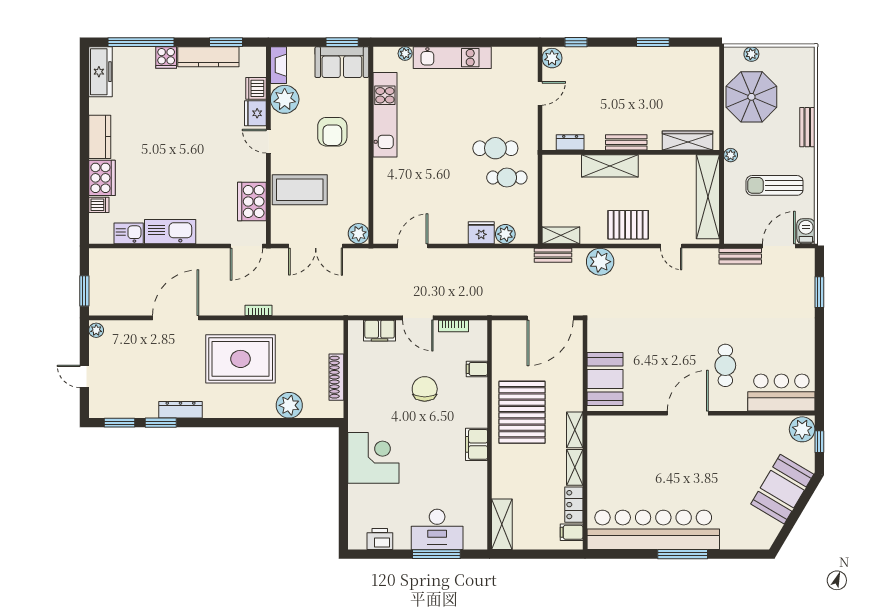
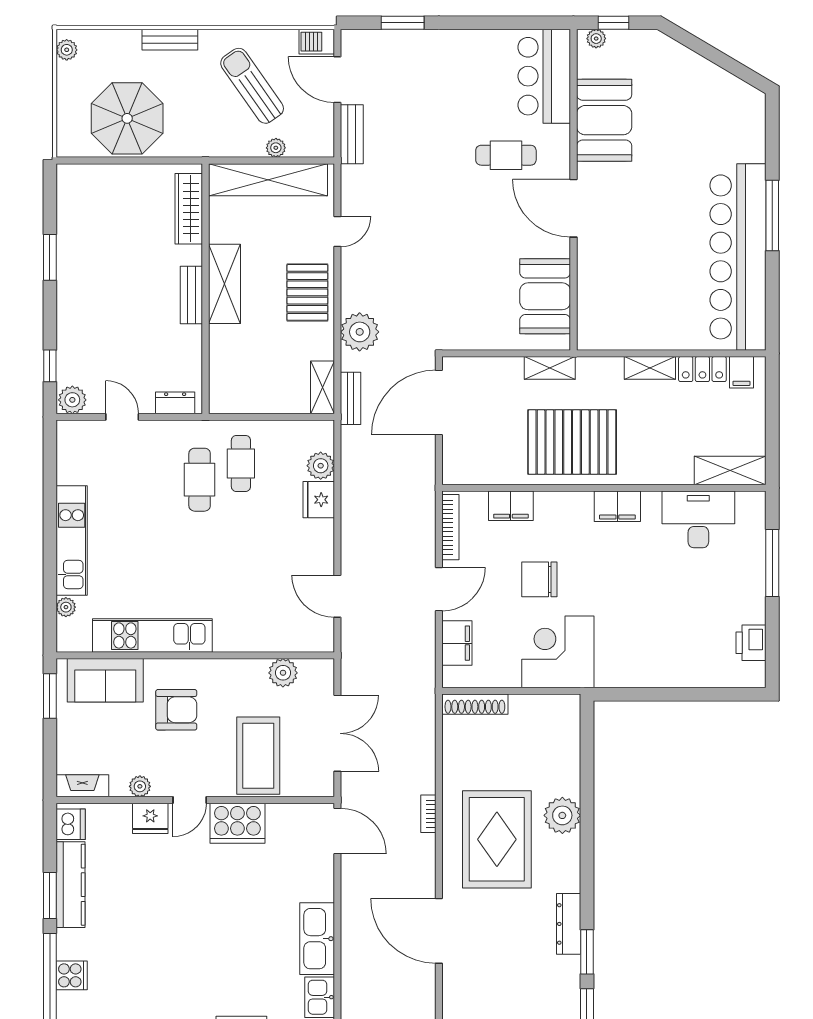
window: (226, 42) -> (50, 896), moved
plant: (751, 54) -> (67, 50), moved
cooker: (166, 58) -> (72, 975), moved
sofa: (342, 62) -> (105, 680), moved, turned 90
dishwasher: (256, 88) -> (71, 824), moved, turned -90
plant: (285, 99) -> (140, 786), width x0.53, depth x0.53
dresser: (570, 142) -> (175, 403), moved, turned 90
plant: (731, 155) -> (276, 148), moved
shelving: (610, 166) -> (224, 284), moved
sun lounger: (775, 185) -> (252, 86), turned 145
cooker: (252, 202) -> (237, 823), moved
plant: (359, 234) -> (283, 673), moved
door: (550, 318) -> (439, 402), swing flipped
bookcase: (453, 326) -> (450, 527), width x1.56
filing cabinet: (477, 369) -> (511, 506), width x2.00
shoe rack: (336, 377) -> (475, 704), moved
booth: (605, 379) -> (545, 296), moved, turned 90
plant: (289, 405) -> (562, 815), moved
plant: (802, 429) -> (596, 39), width x0.53, depth x0.53
shelving: (575, 430) -> (550, 368), moved
corner desk: (373, 458) -> (558, 652), moved
booth: (782, 489) -> (604, 120), moved, turned 59
desk: (437, 529) -> (698, 519), moved, turned -90

